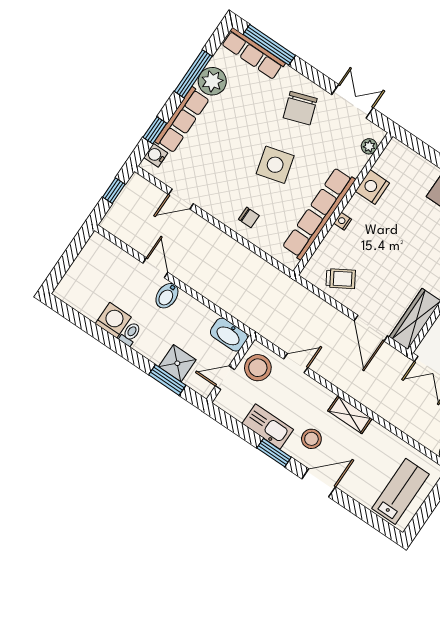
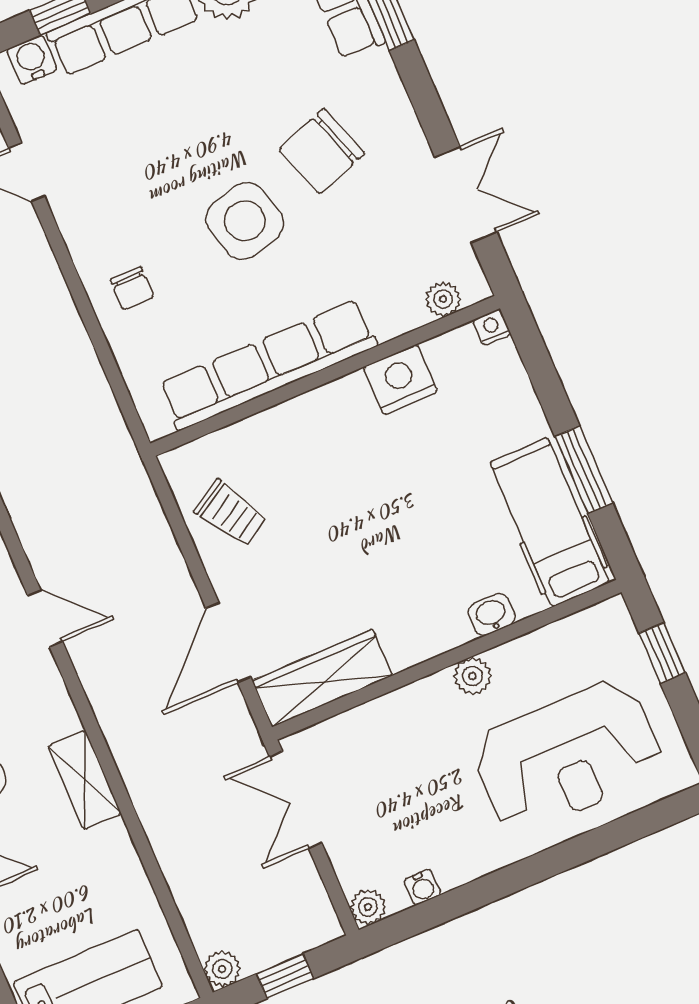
chair: (300, 108) -> (322, 151), moved
nightstand: (343, 221) -> (492, 327), moved

